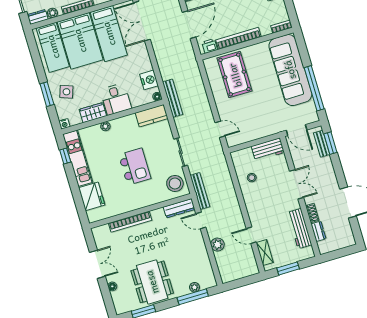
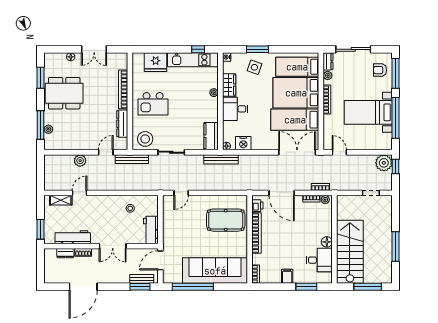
kitchen island: (135, 167) -> (153, 104), moved
dresser: (179, 208) -> (122, 124), moved
window: (288, 268) -> (40, 229), moved

